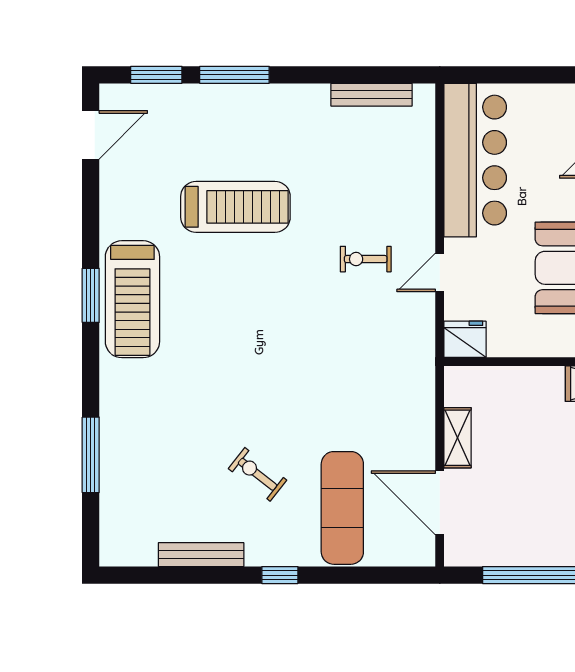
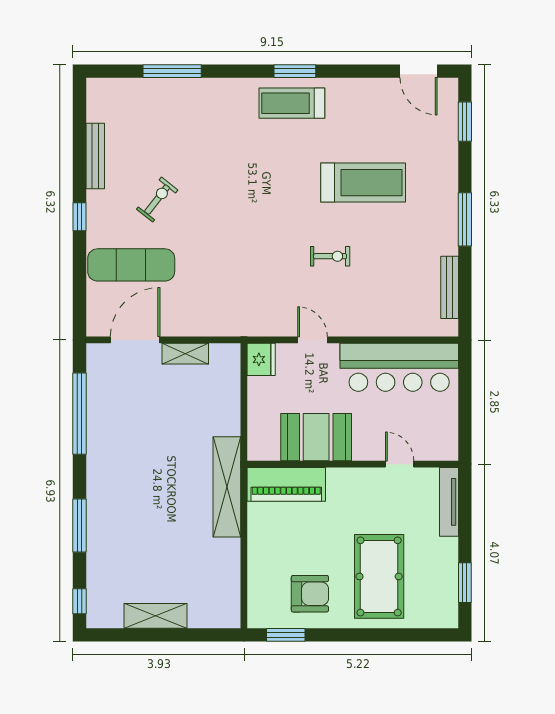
window: (234, 75) -> (465, 219), moved
treadmill: (235, 207) -> (363, 183), turned -90
exercise bike: (366, 259) -> (330, 256), moved, turned 90
treadmill: (132, 299) -> (292, 103), width x0.73, depth x0.73

